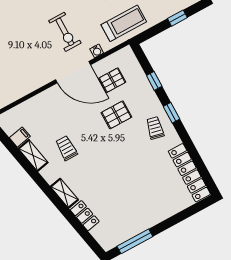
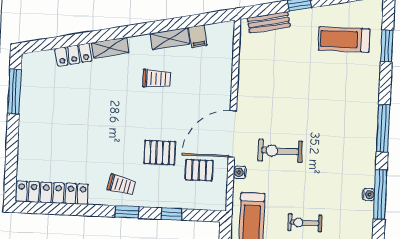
pallet: (112, 80) -> (199, 170), turned 90
pallet: (116, 115) -> (160, 153), turned 90

